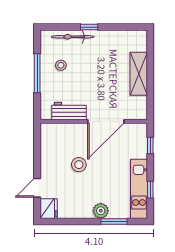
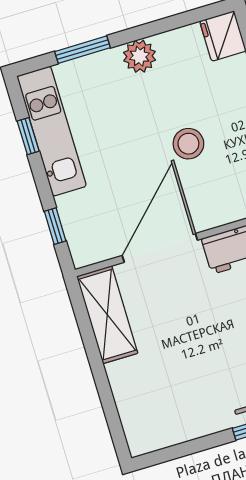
shelving: (139, 74) -> (107, 315), moved
plant: (101, 211) -> (140, 56), moved

